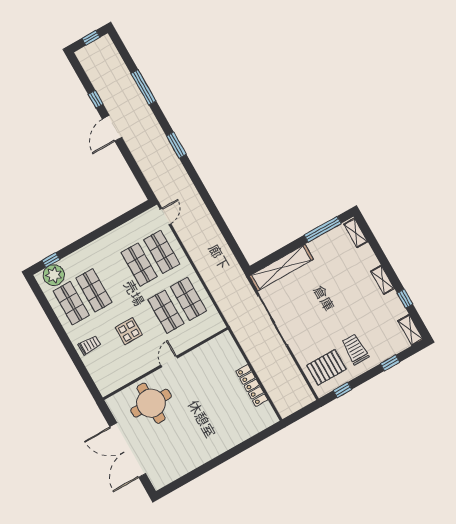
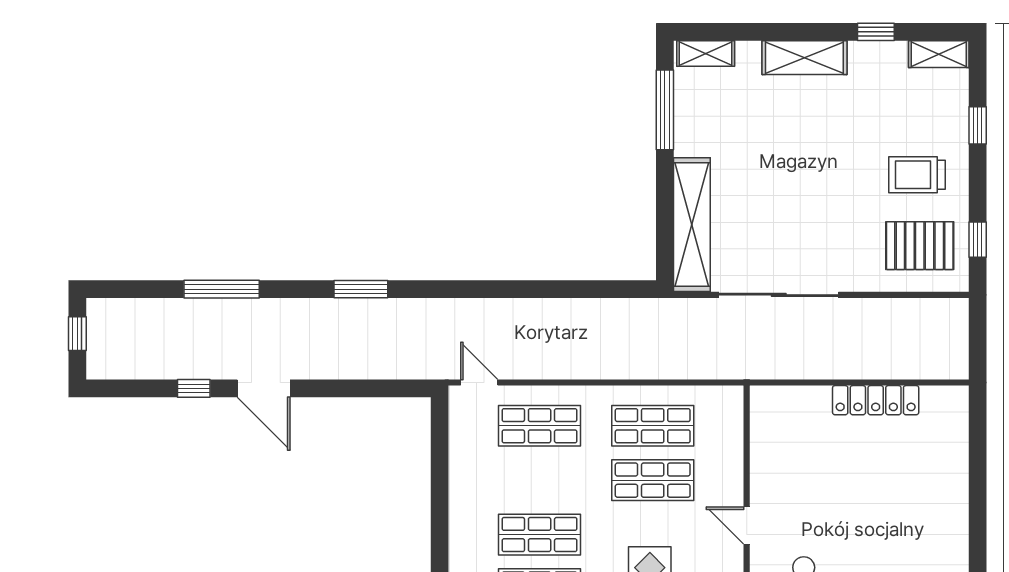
shop shelf: (139, 265) -> (540, 535), moved
shelving: (382, 280) -> (804, 58), width x1.50, depth x1.33
pallet: (326, 367) -> (920, 246), turned 90

